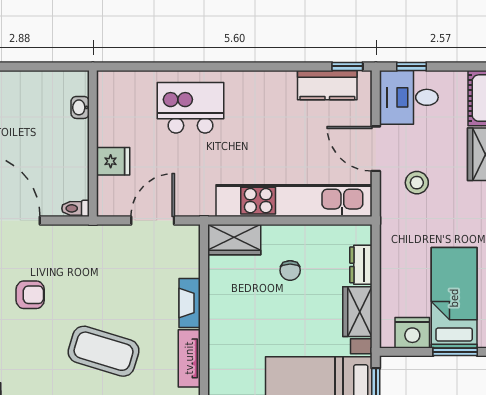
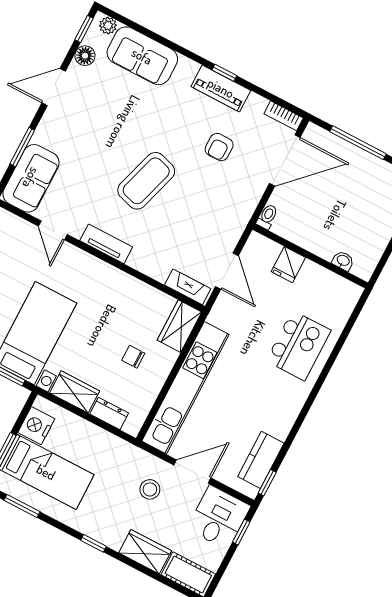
fireplace: (190, 303) -> (188, 287), moved

